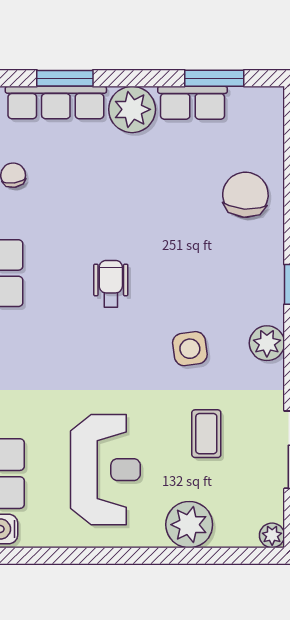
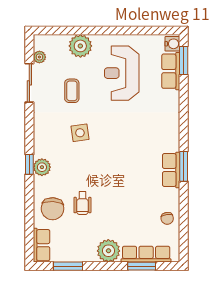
row of seats: (193, 103) -> (41, 245), moved, turned 90
wheelchair: (111, 284) -> (82, 203), moved
plant: (267, 343) -> (42, 167), moved
plant: (272, 535) -> (39, 57), moved

